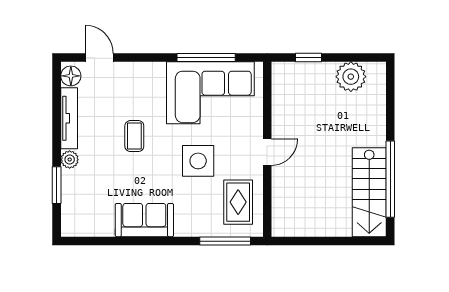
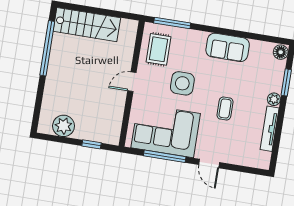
door: (99, 58) -> (209, 163), moved
floor lamp: (71, 76) -> (281, 52), moved
stairs: (369, 192) -> (87, 25), moved, turned 90

